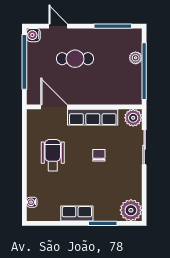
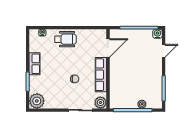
cafe table: (75, 59) -> (141, 62), removed
wheelchair: (53, 155) -> (65, 39), moved

